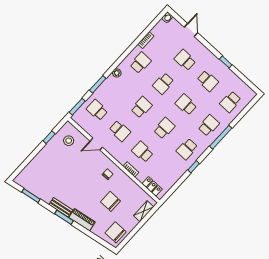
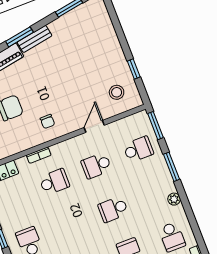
school desk: (142, 107) -> (113, 209), turned 90
school desk: (164, 128) -> (71, 225), removed

